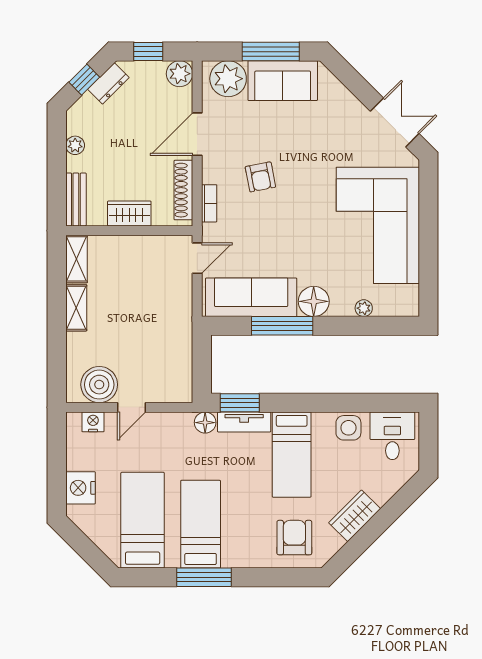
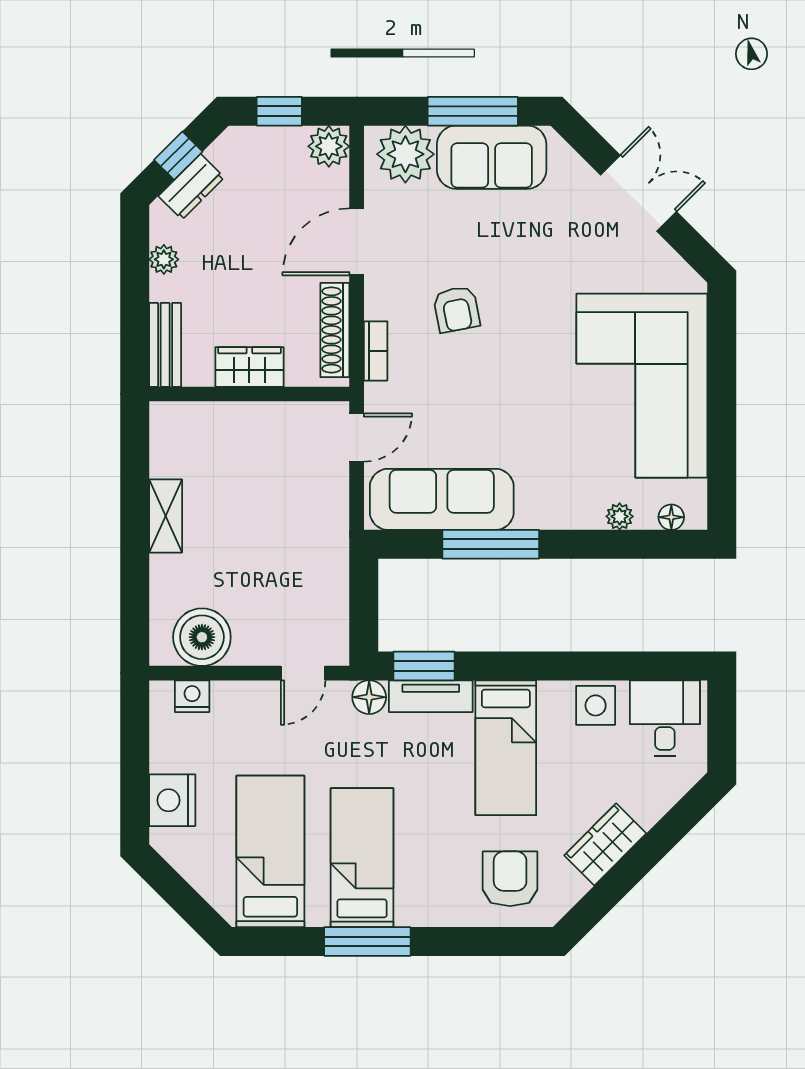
dresser: (108, 83) -> (191, 187), moved
double door: (395, 122) -> (638, 193), moved
shelving: (76, 259) -> (166, 439), removed
floor lamp: (314, 301) -> (671, 517), moved, width x0.53, depth x0.53
door: (132, 407) -> (303, 673), moved

